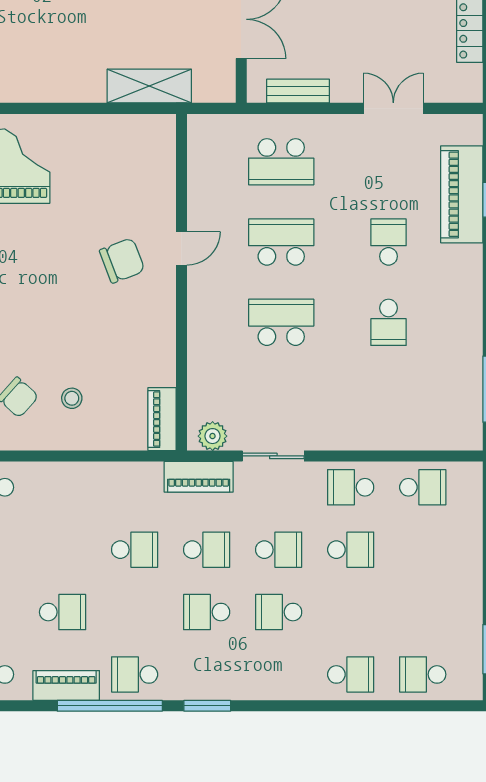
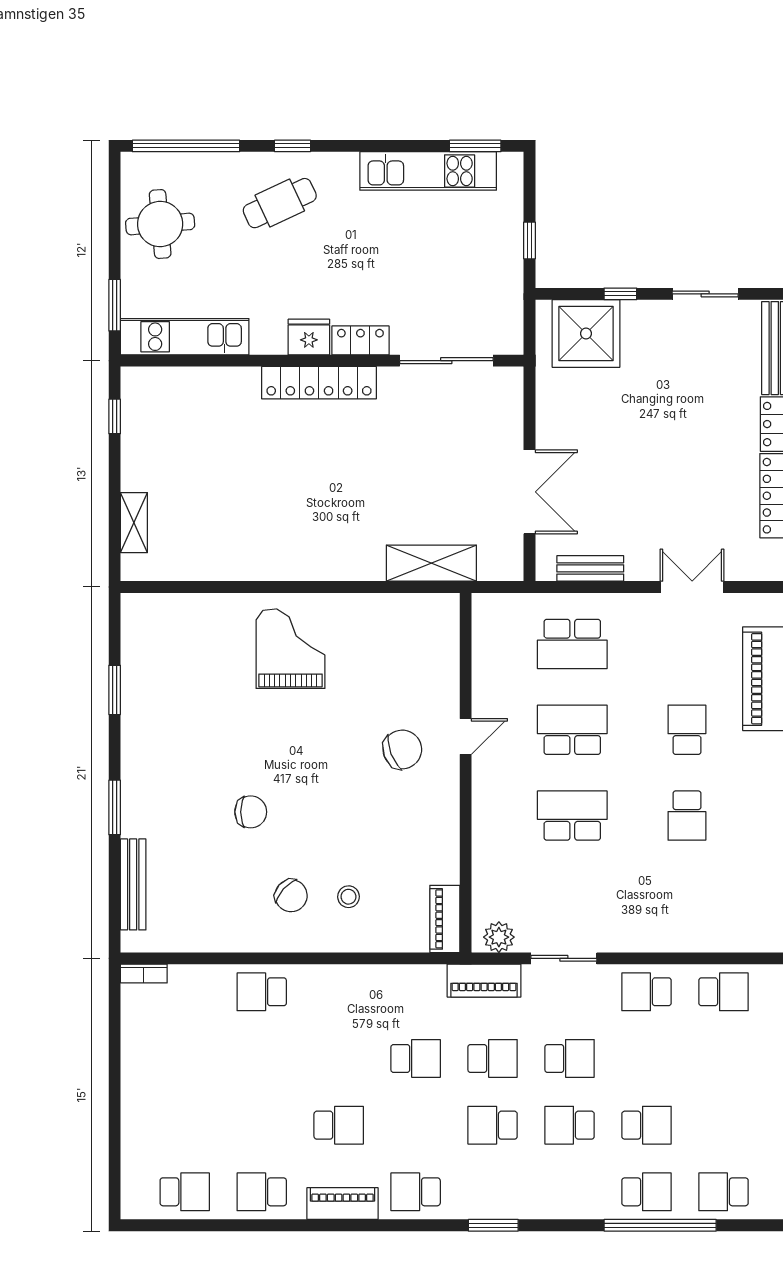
school desk: (351, 550) -> (647, 1125), moved
window: (110, 706) -> (660, 1225), moved

